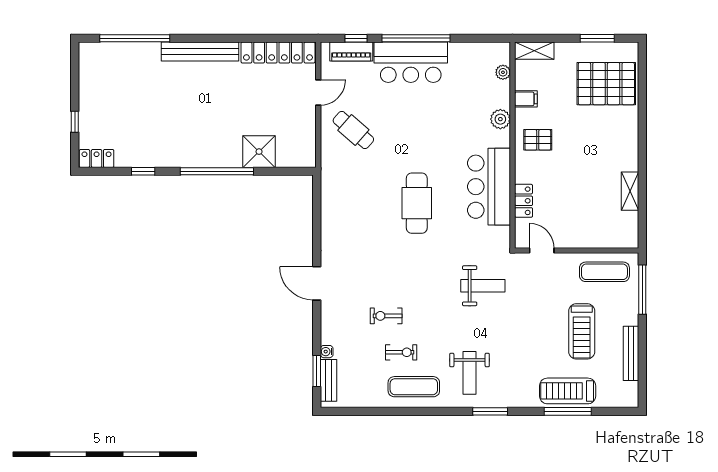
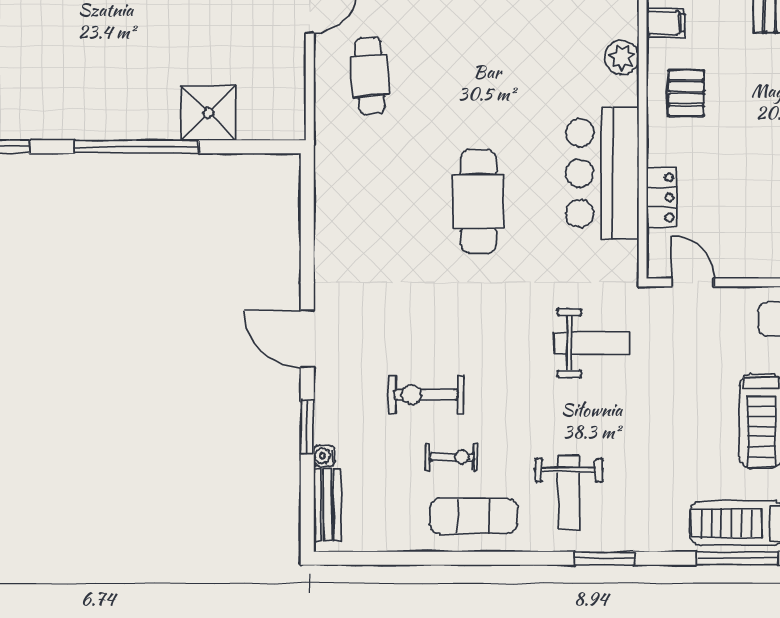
cafe table: (353, 130) -> (370, 76), turned 45
pallet: (538, 140) -> (686, 93), turned 90
exercise bike: (386, 316) -> (426, 395), width x1.38, depth x1.39
window: (317, 371) -> (307, 427), moved

